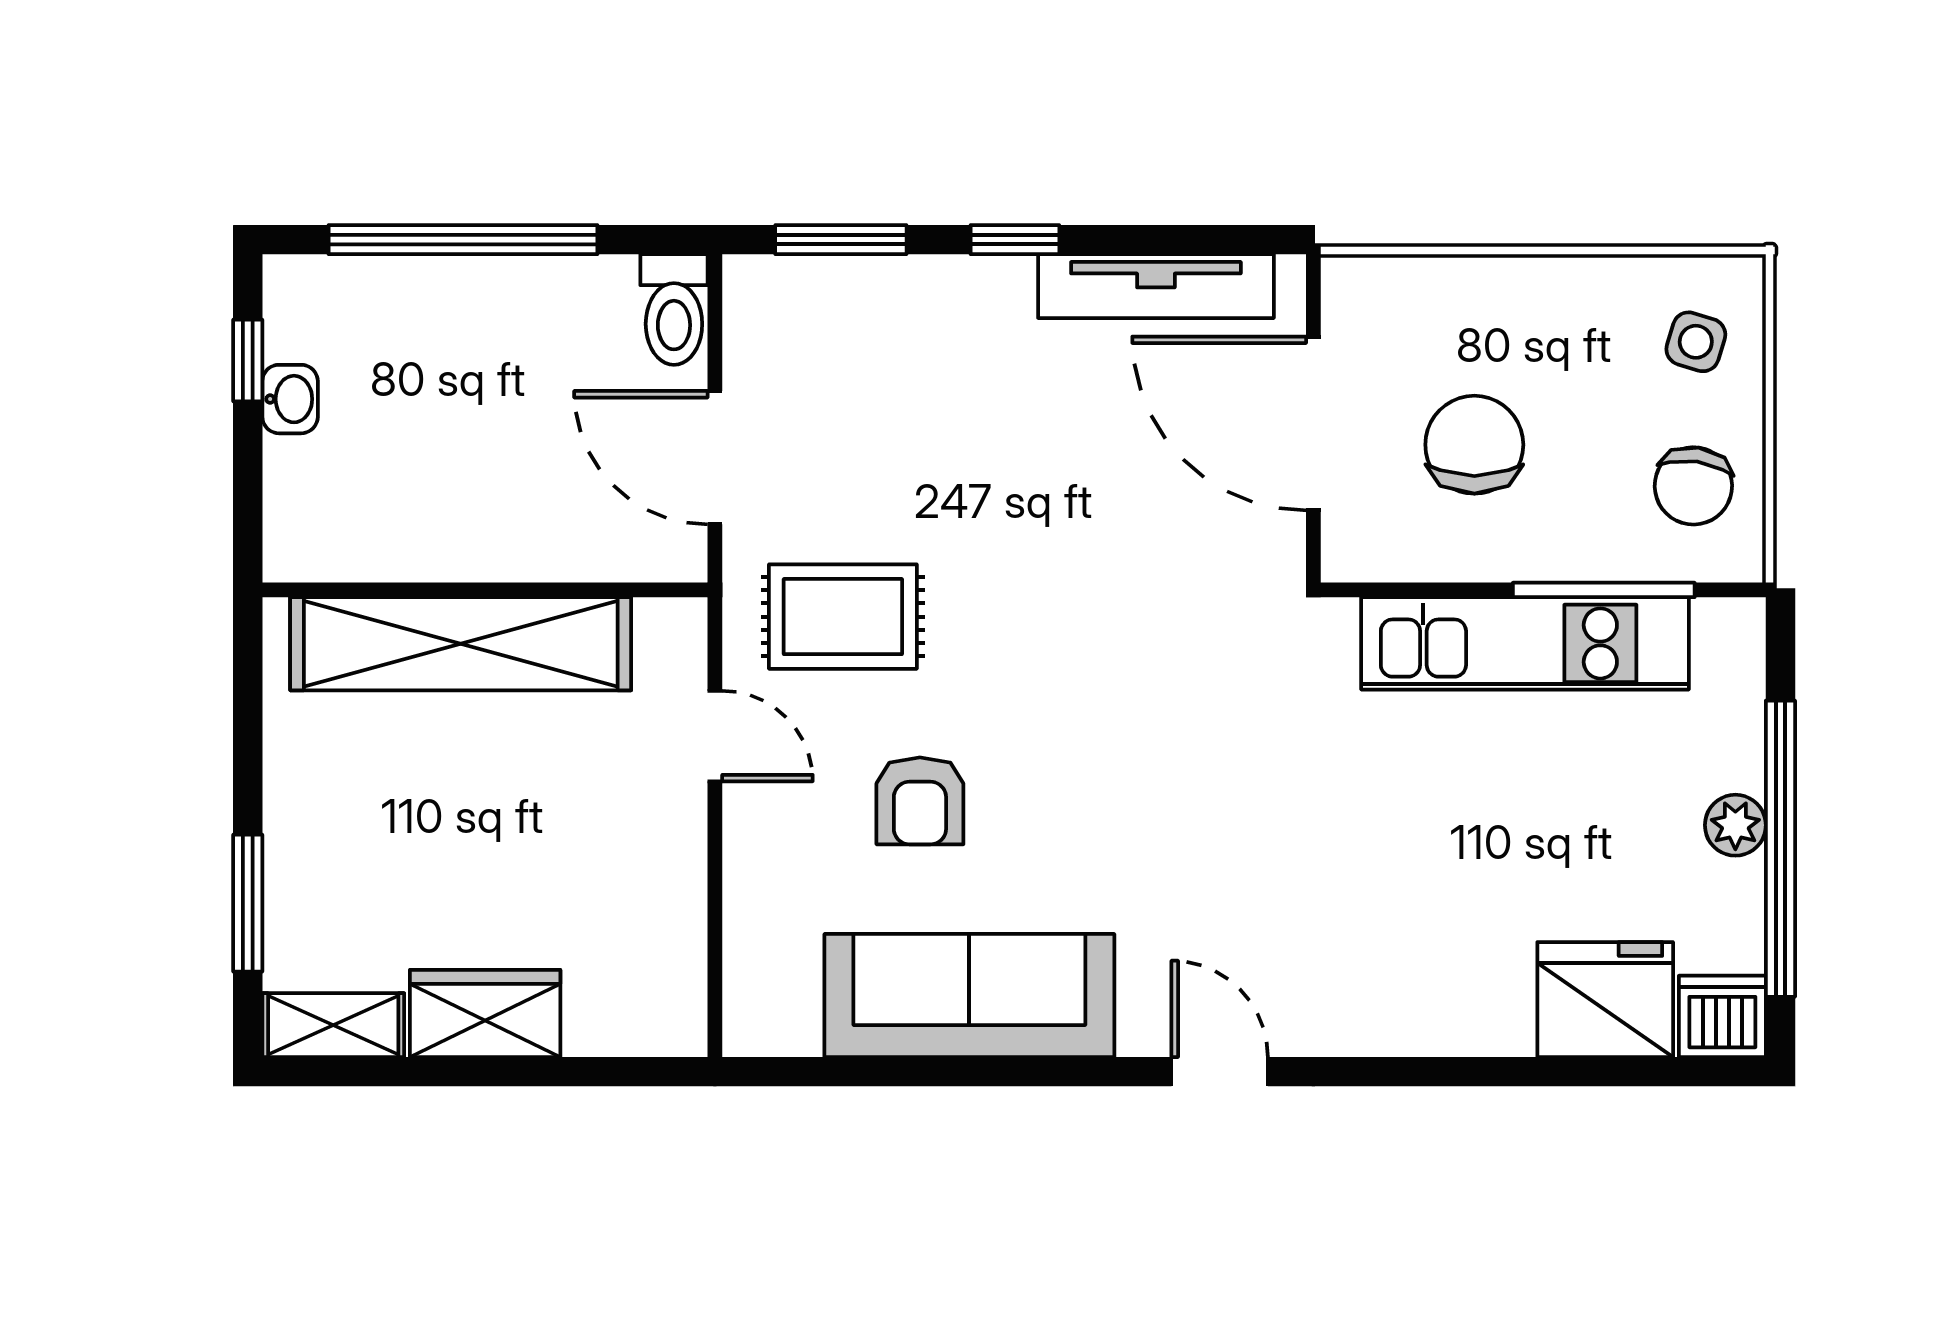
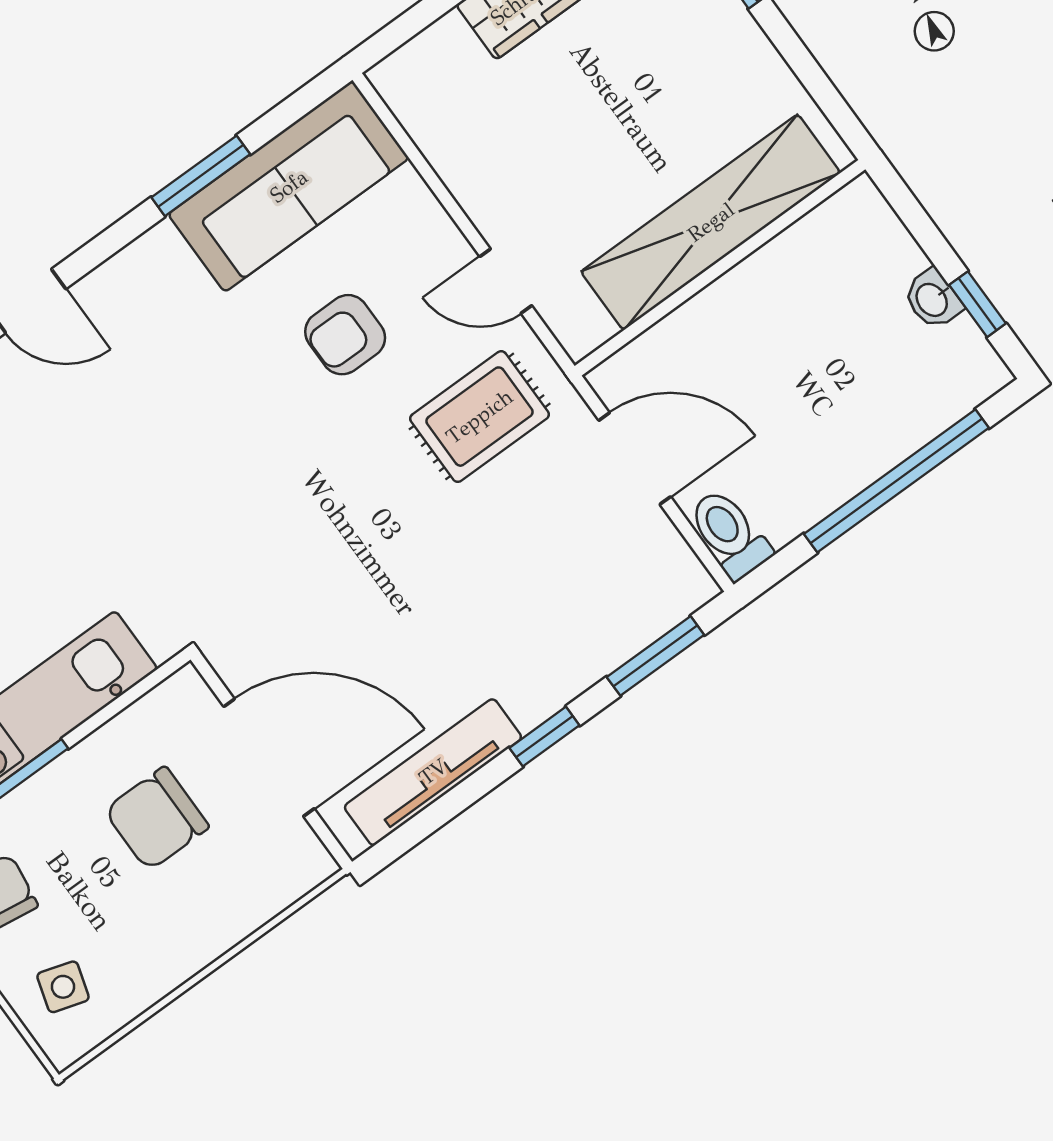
chair: (1474, 445) -> (157, 819), turned 90
armchair: (920, 801) -> (345, 335), turned -90
sofa: (969, 995) -> (289, 186), moved
window: (950, 1072) -> (201, 176), added

